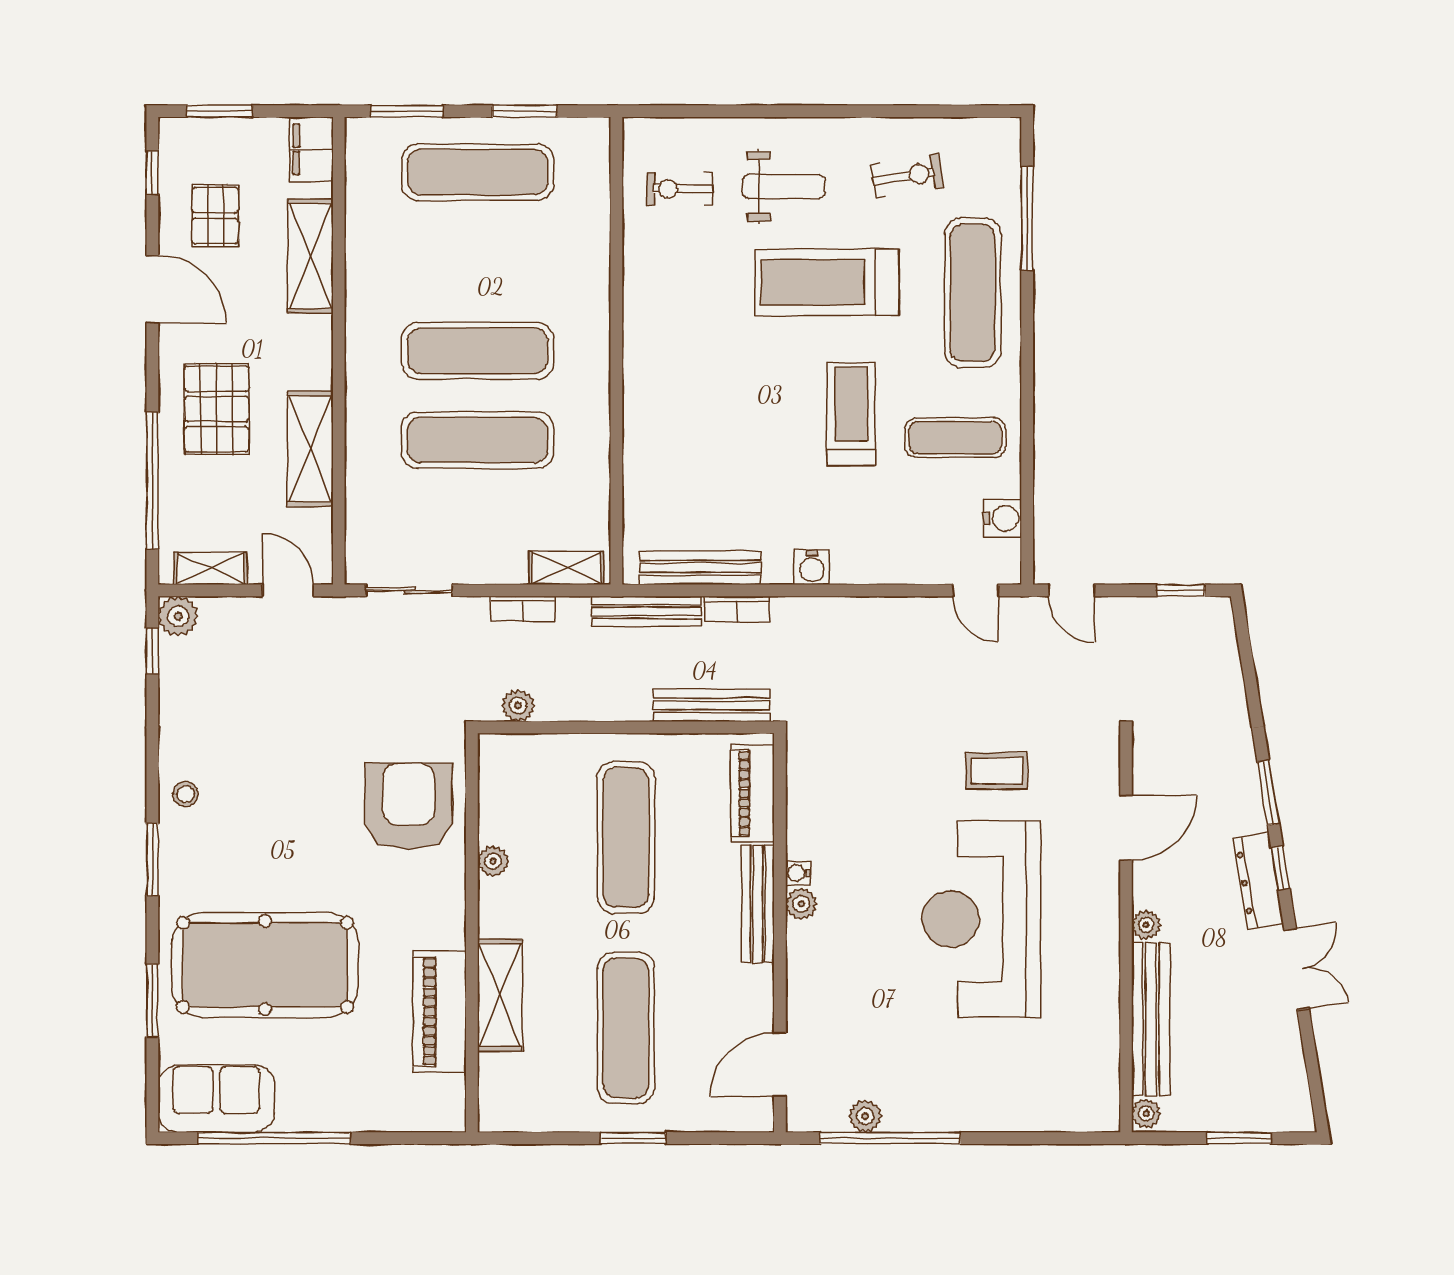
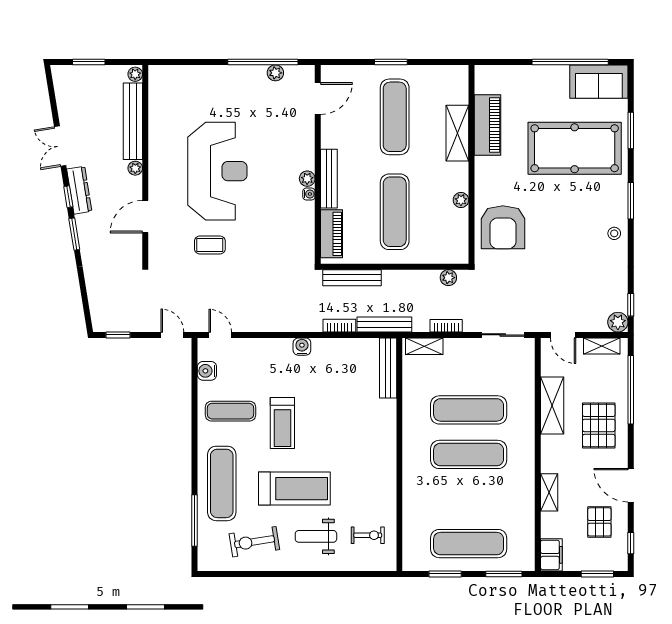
exercise bike: (907, 176) -> (254, 542), width x1.38, depth x1.39
shelving: (310, 256) -> (549, 492), width x0.67, depth x0.75
bench: (700, 568) -> (388, 368), moved, turned 90

